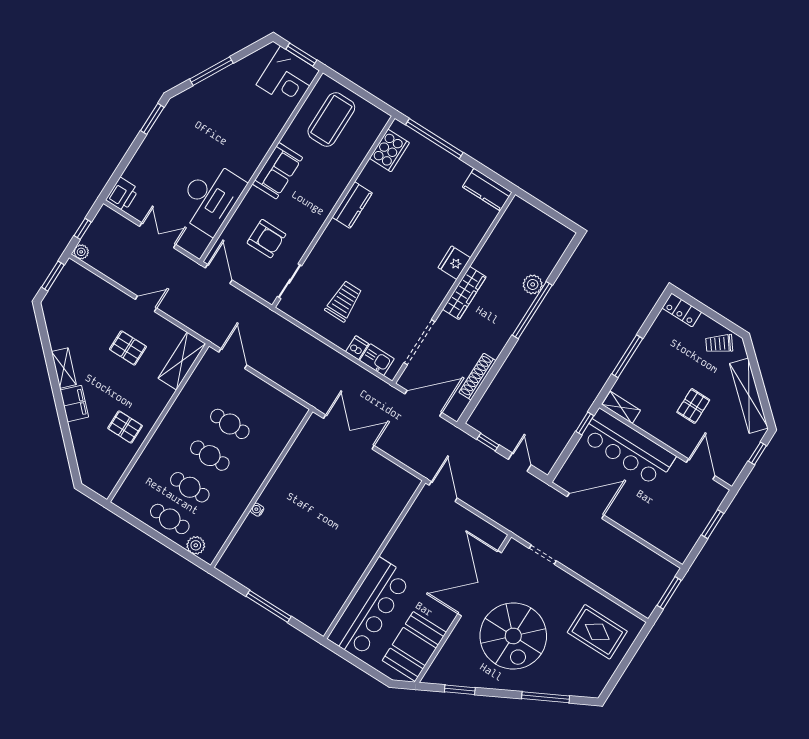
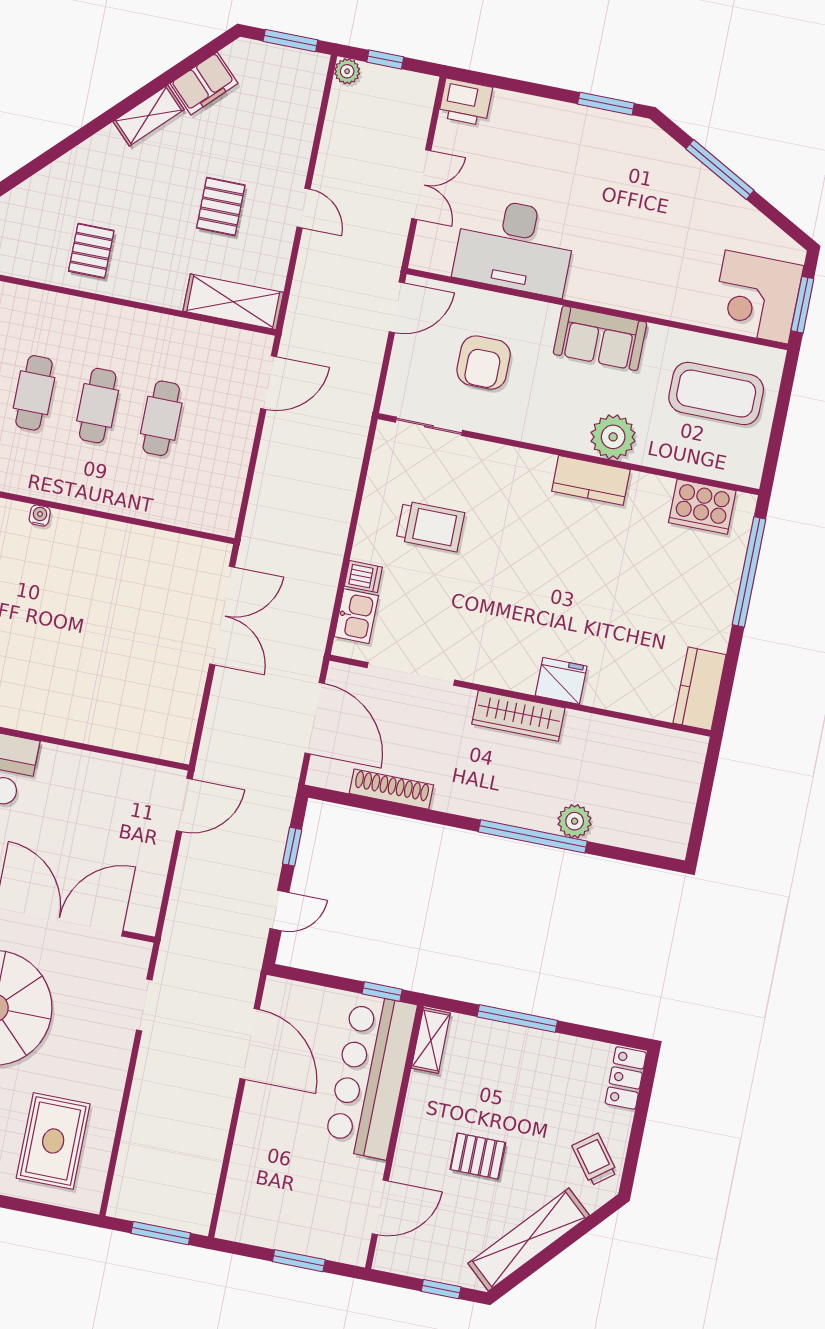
plant: (333, 184) -> (613, 437), added
filing cabinet: (74, 404) -> (204, 83), moved

